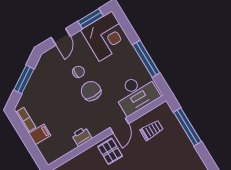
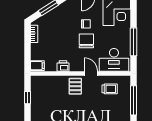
door: (119, 126) -> (91, 74), swing flipped
filing cabinet: (40, 134) -> (37, 66), moved

